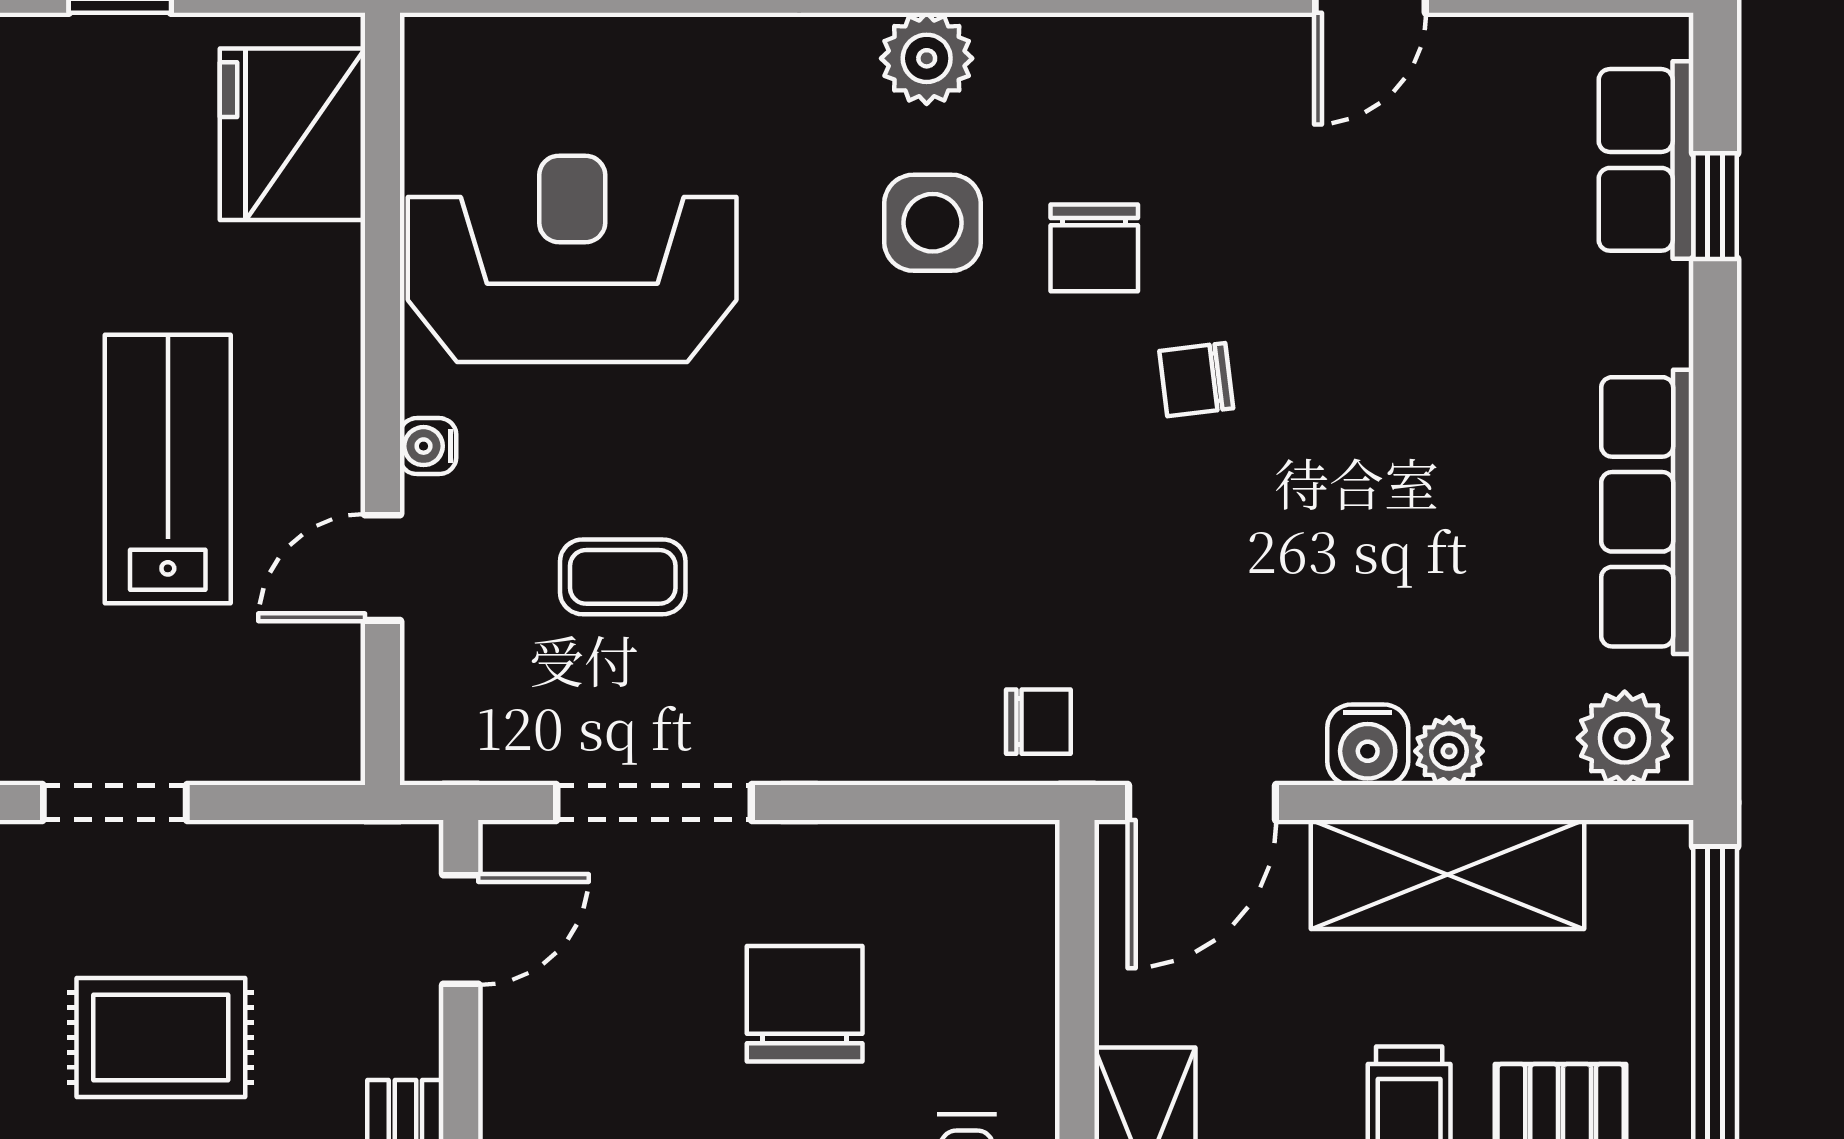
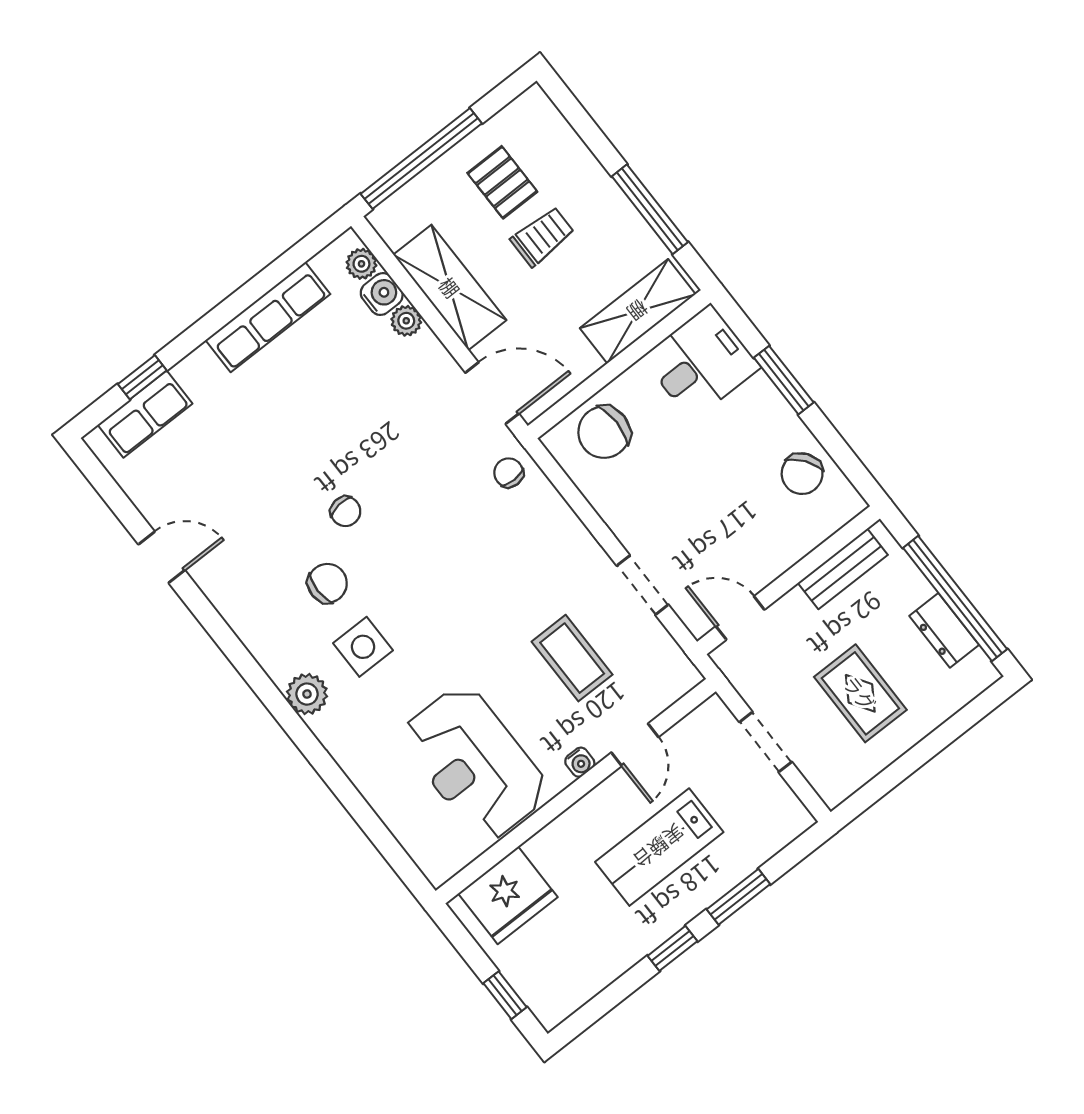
door: (383, 568) -> (635, 745), hinge flipped
coffee table: (623, 577) -> (572, 658), width x1.36, depth x1.30
plant: (1625, 738) -> (361, 264), width x0.73, depth x0.73
water cooler: (1368, 745) -> (382, 294), moved
doorway: (115, 803) -> (766, 742), moved
doorway: (654, 803) -> (643, 585), width x0.73
chair: (805, 1004) -> (604, 432), moved

